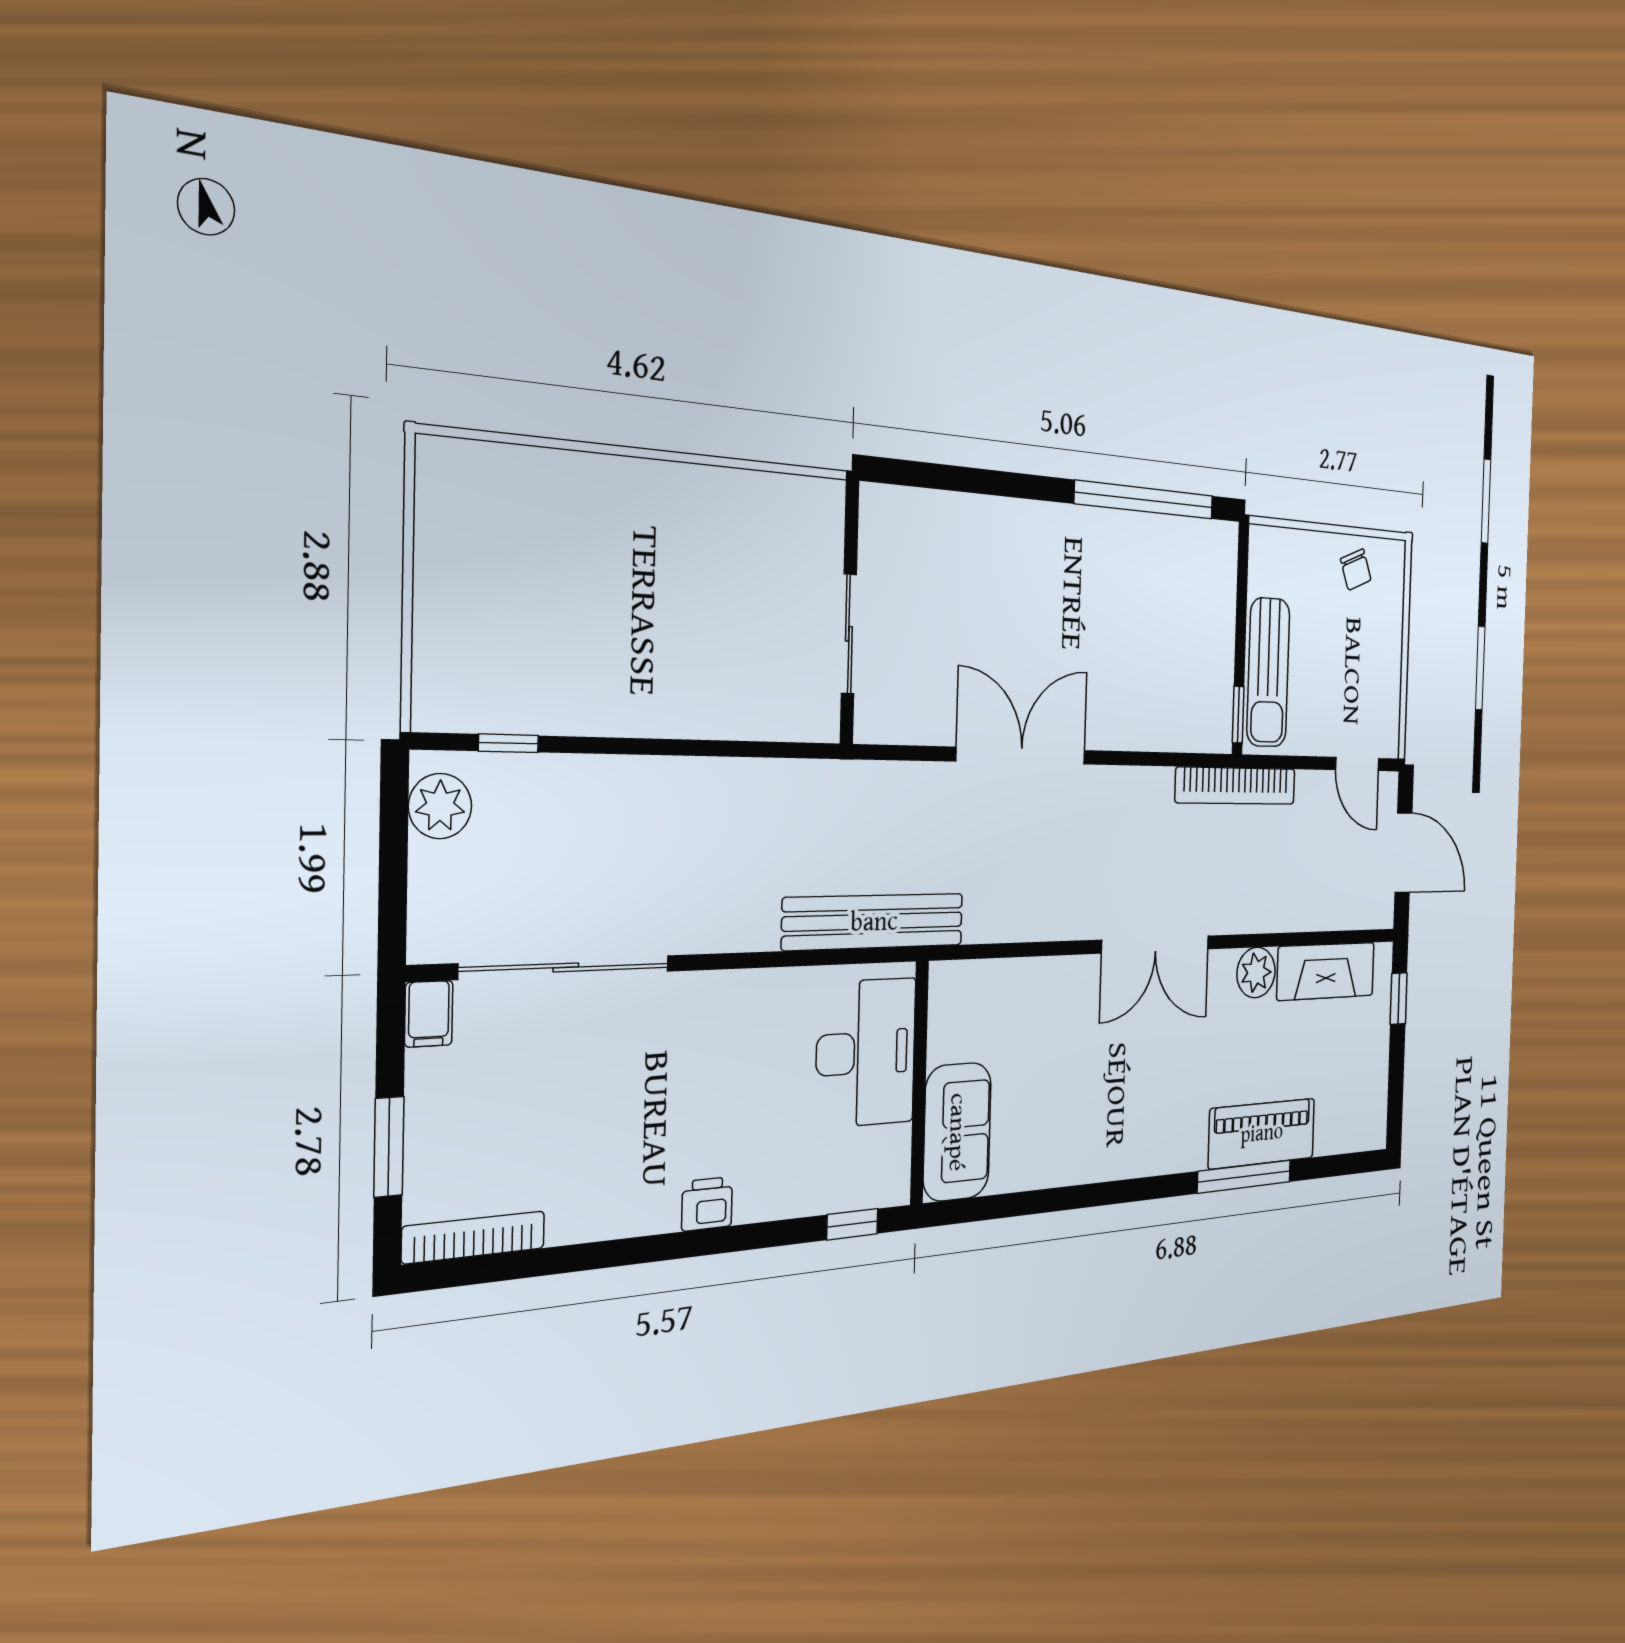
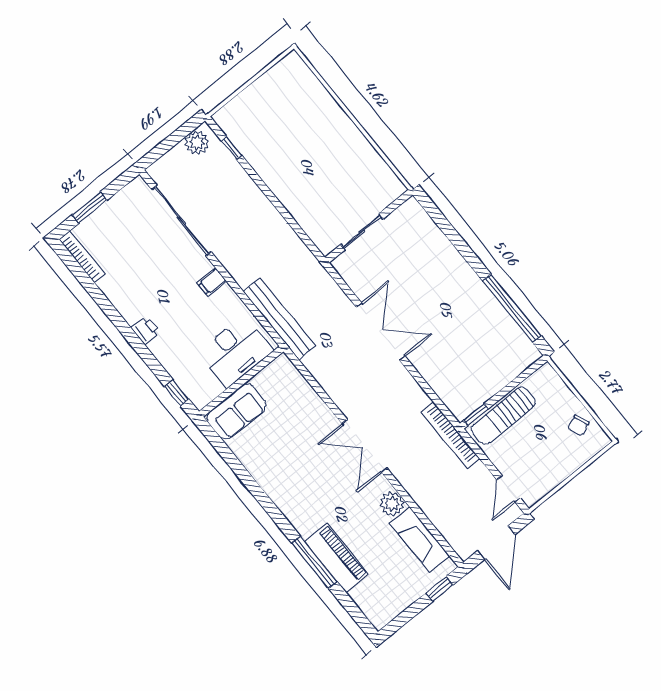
filing cabinet: (429, 1014) -> (212, 282), moved

